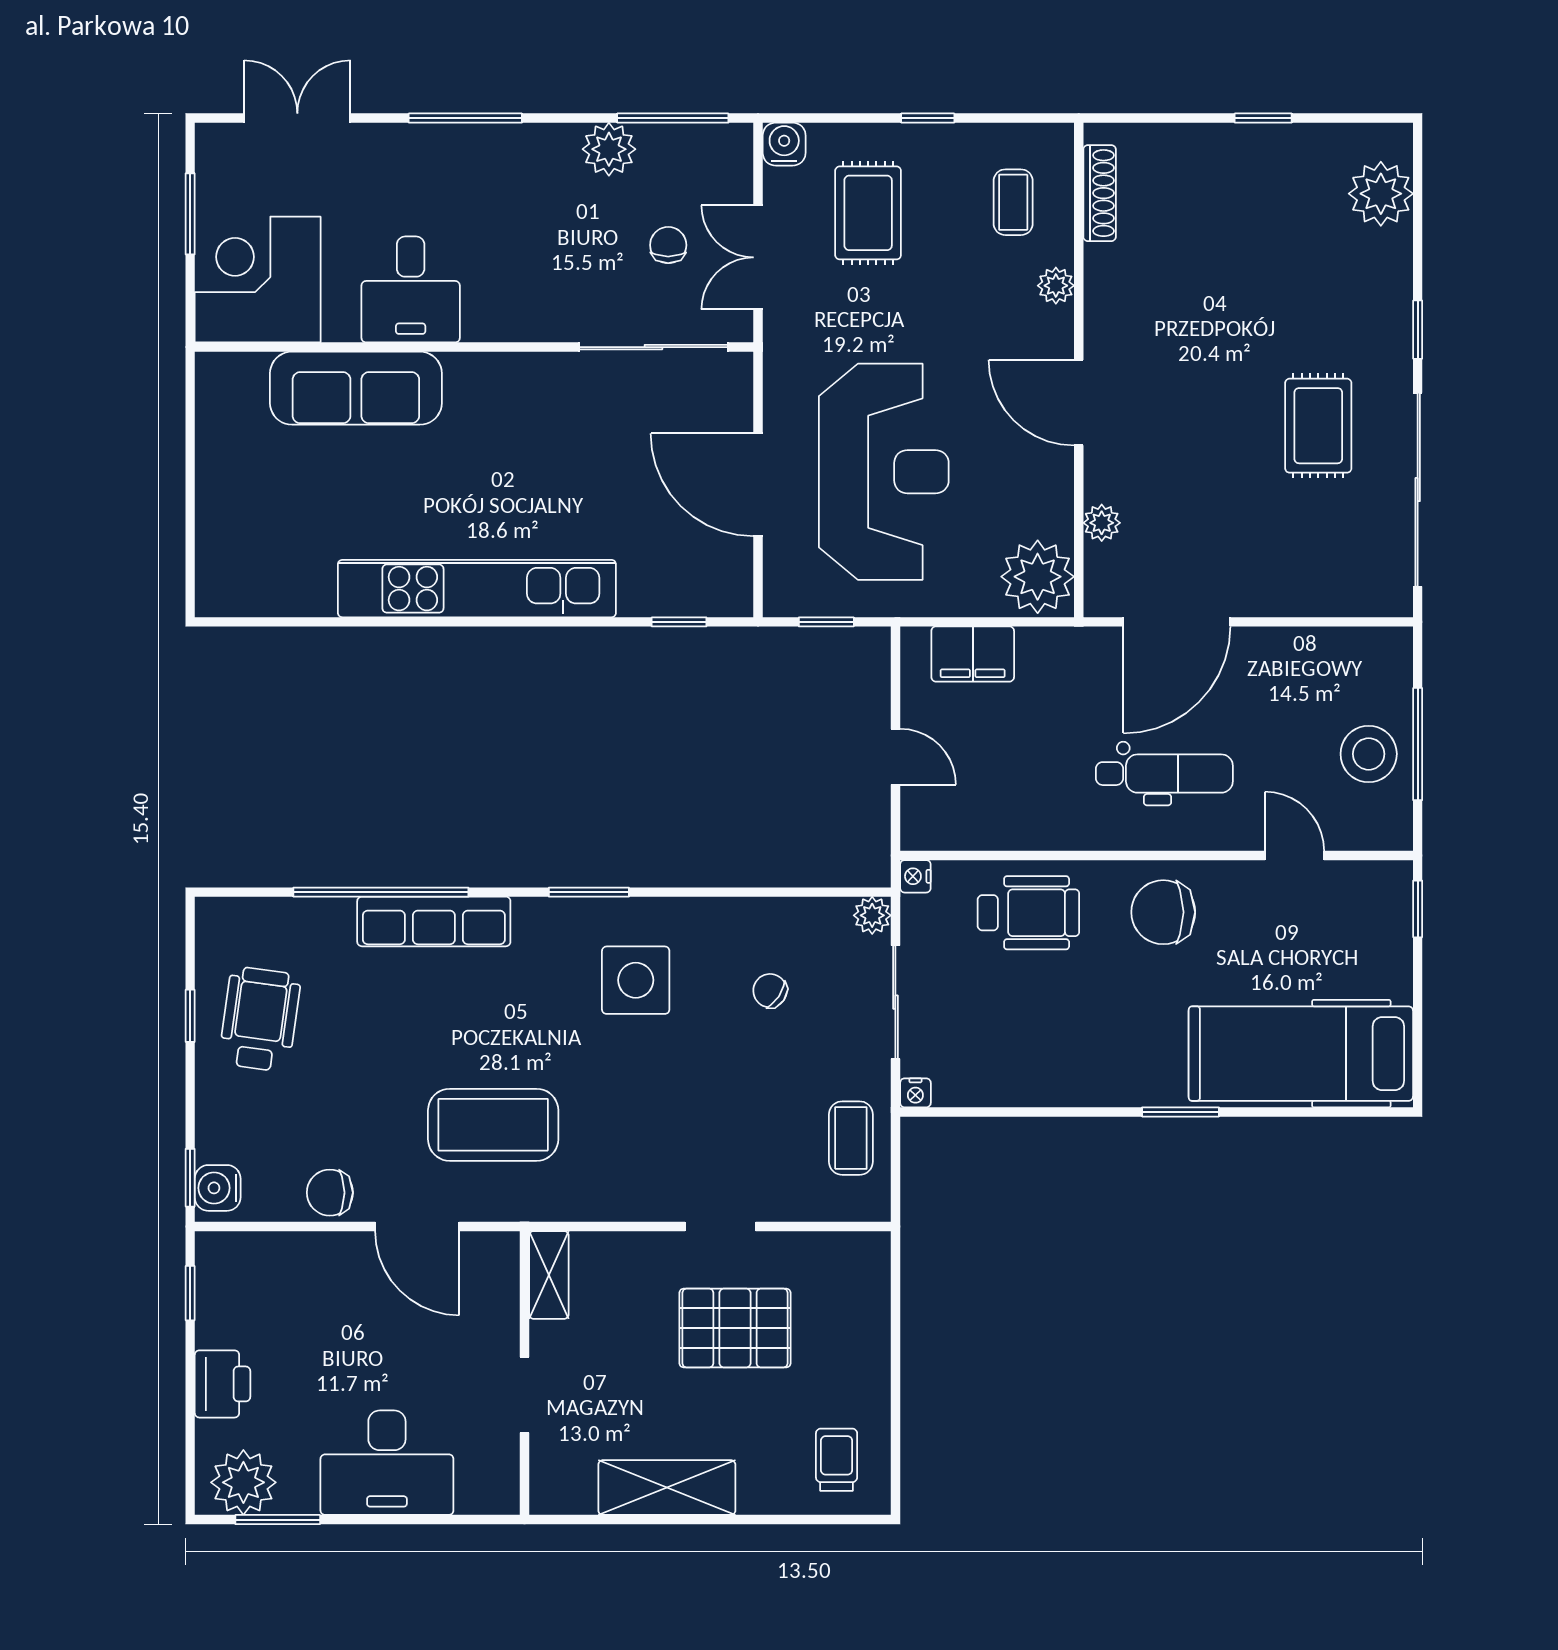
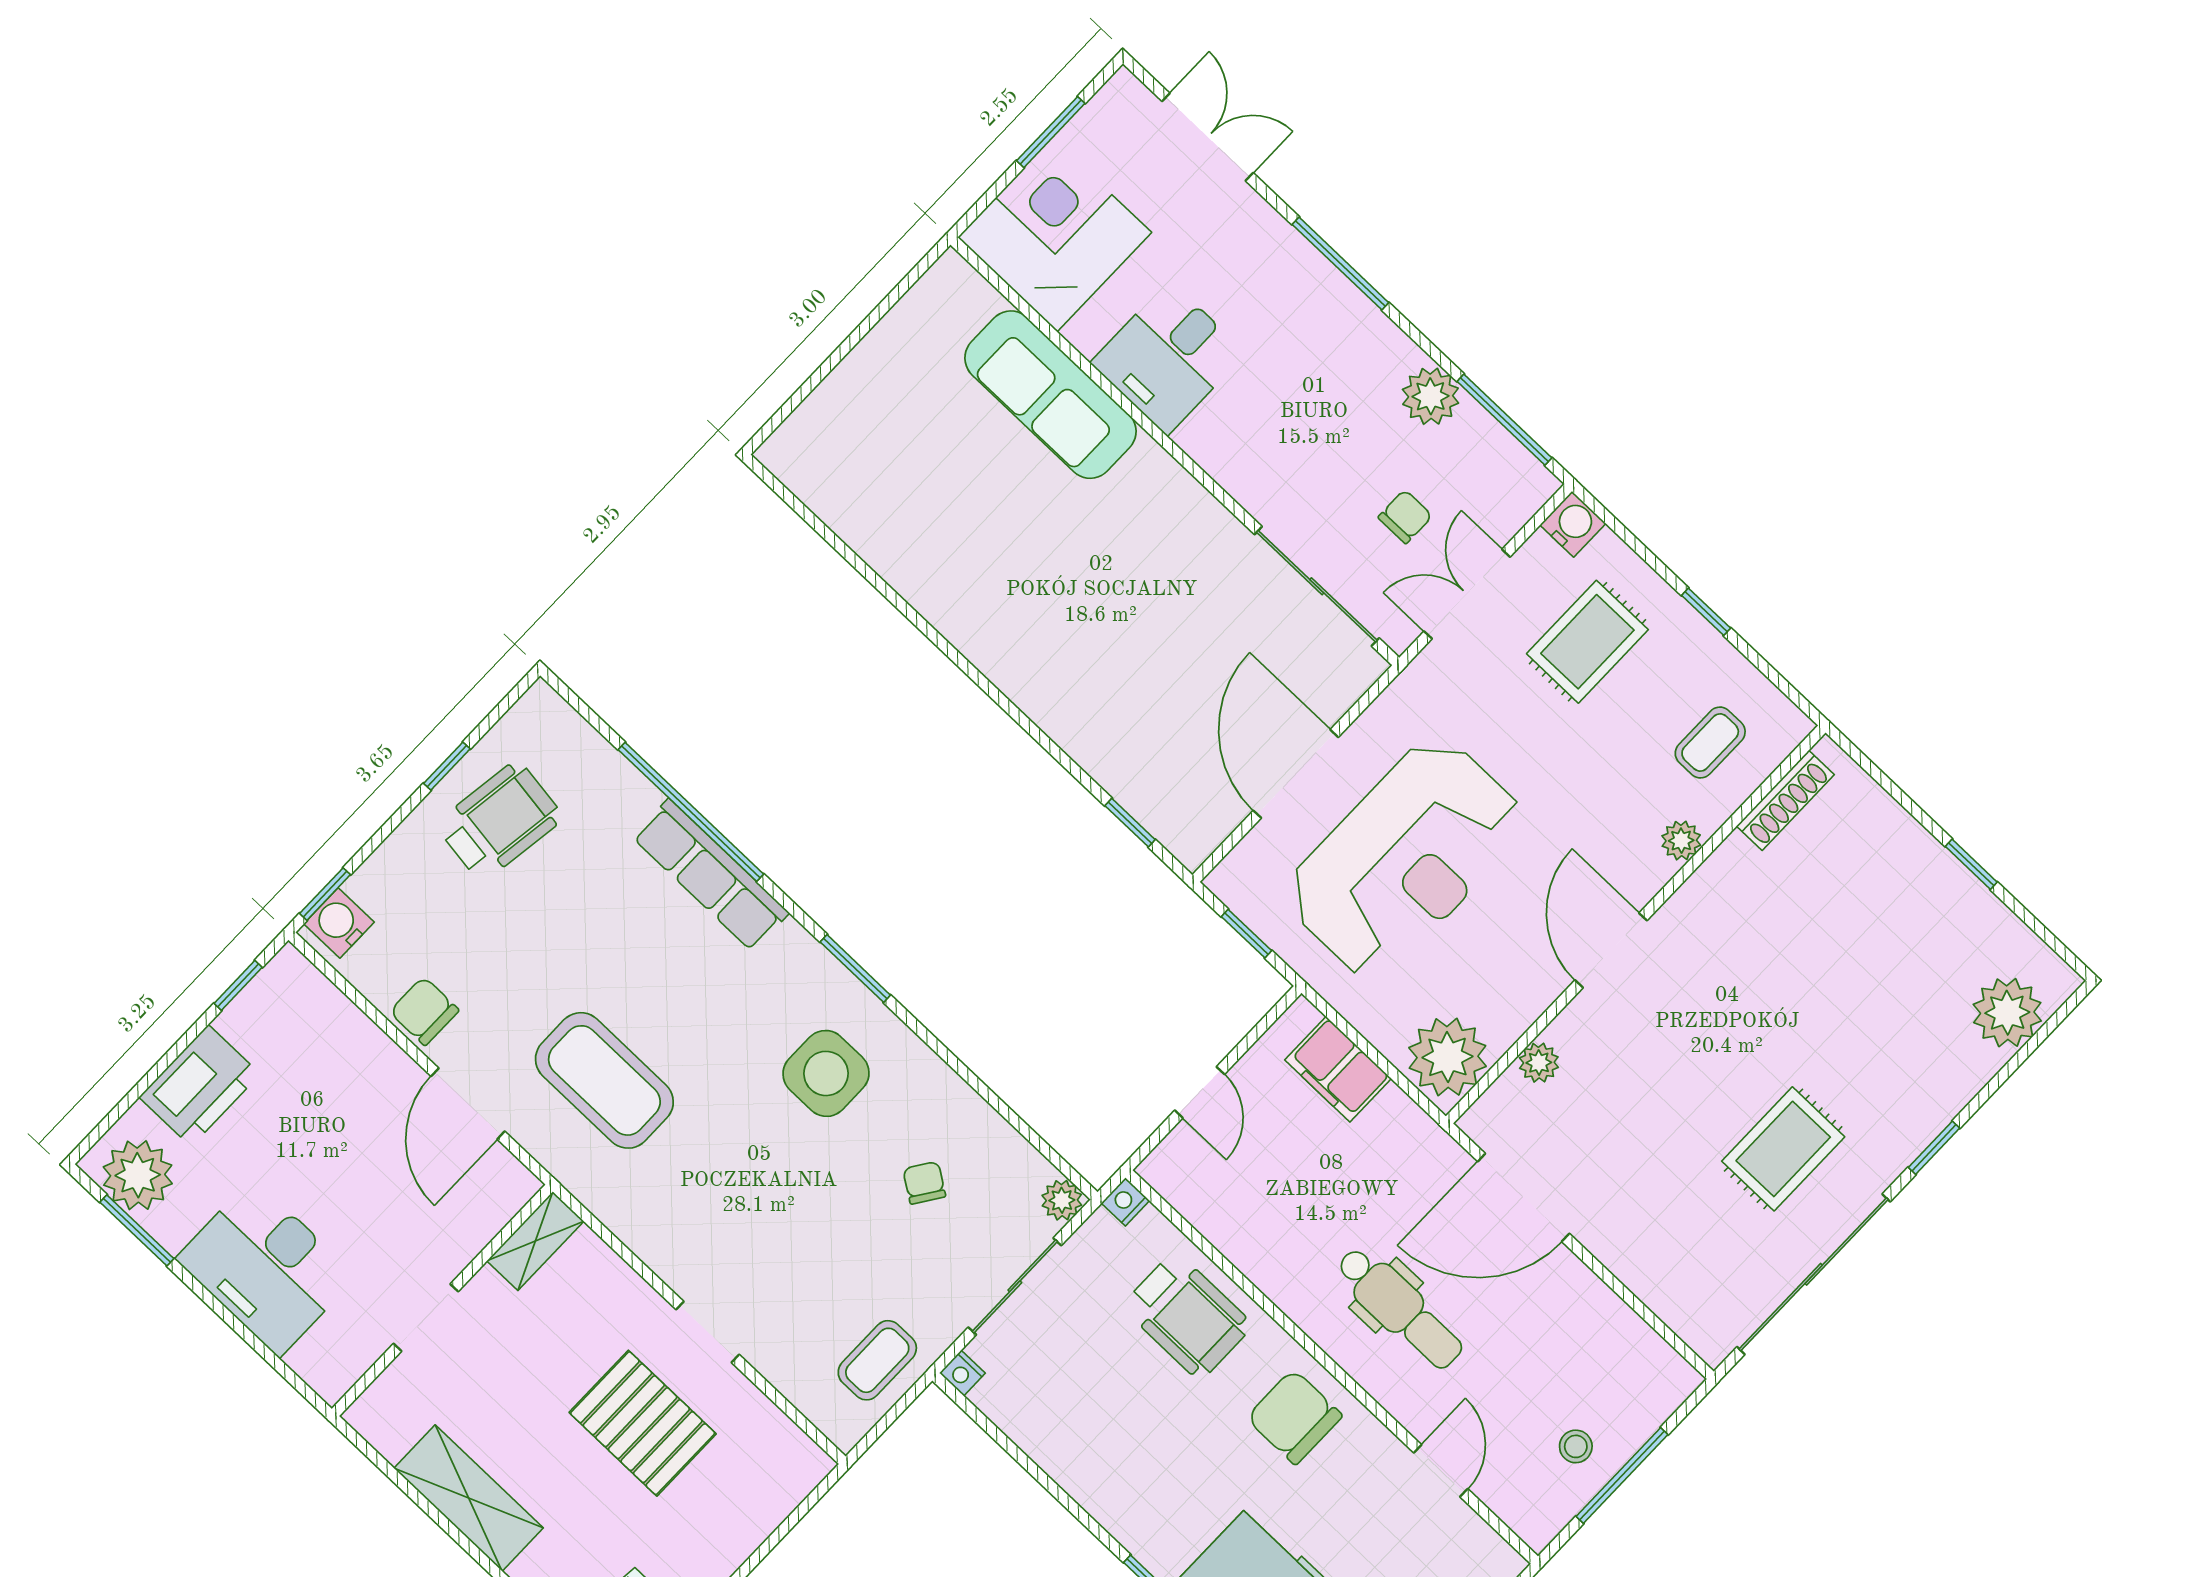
kitchen unit: (477, 589) -> (995, 644), removed
stool: (1369, 754) -> (1576, 1446), width x0.53, depth x0.53
printer: (223, 1384) -> (200, 1086), width x1.37, depth x1.19

